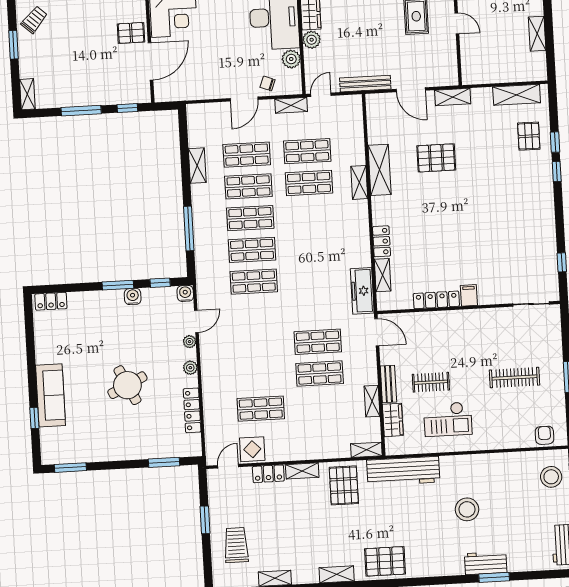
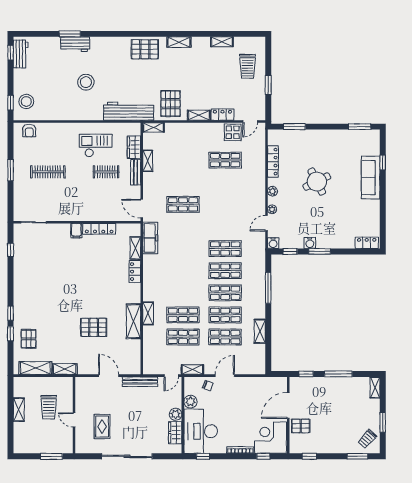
trolley: (494, 40) -> (49, 407), added
shelving: (453, 97) -> (65, 369), moved
shop shelf: (320, 373) -> (183, 182), removed

